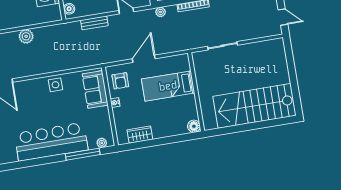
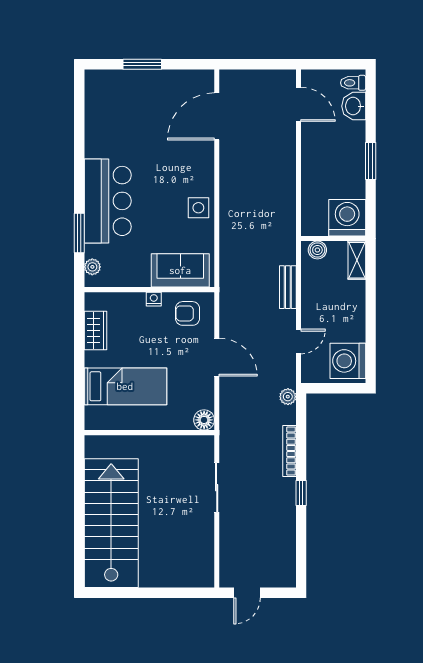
plant: (26, 36) -> (284, 173), removed
bed: (168, 86) -> (125, 386), moved, turned 90
floor lamp: (194, 126) -> (204, 420), moved
bar counter: (51, 142) -> (108, 201), width x0.73
window: (83, 154) -> (79, 233), width x0.69

